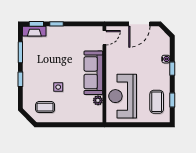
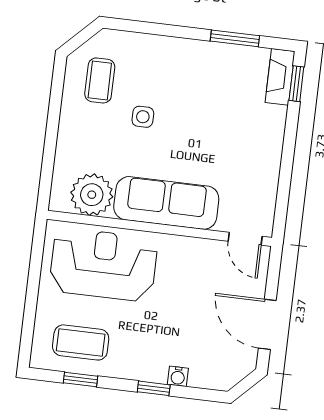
window: (56, 24) -> (291, 130), removed
window: (20, 79) -> (172, 31), removed
plant: (98, 100) -> (92, 195), width x1.88, depth x1.88

